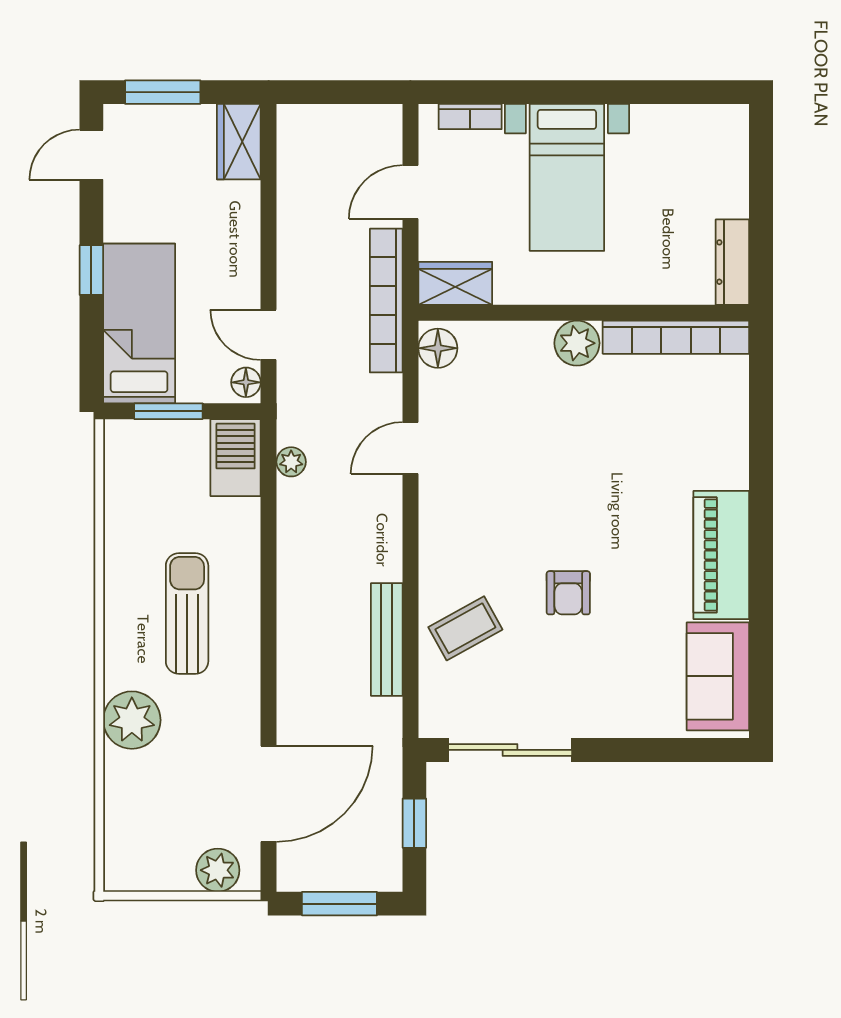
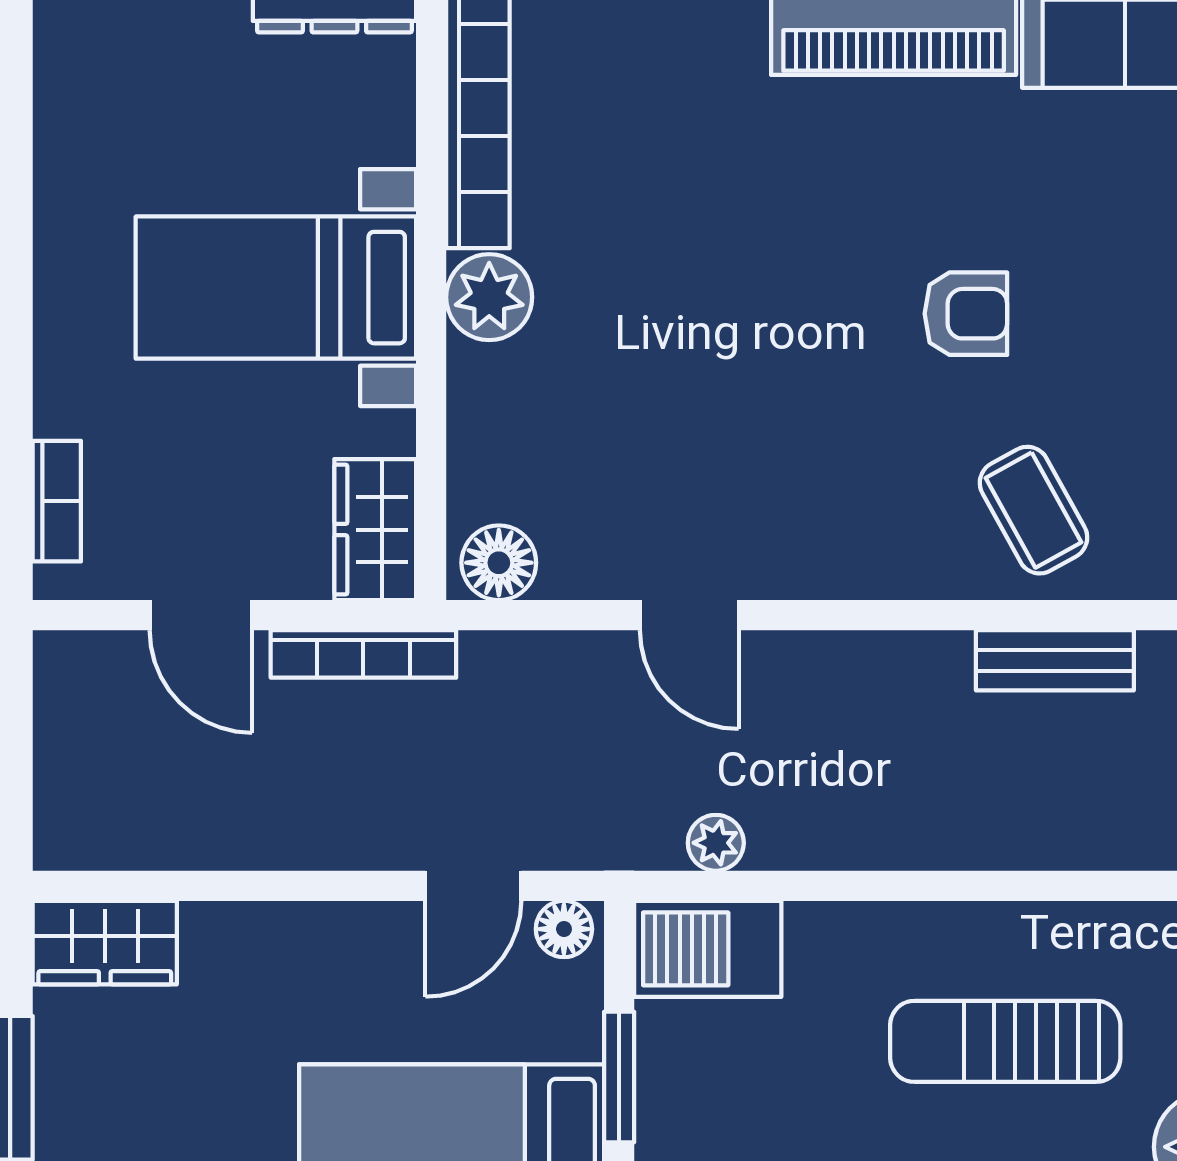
bed with nightstands: (567, 177) -> (276, 288), moved, turned 180
bookcase: (386, 301) -> (363, 654), width x0.68, depth x0.76
bench: (387, 640) -> (1055, 660), width x0.73

